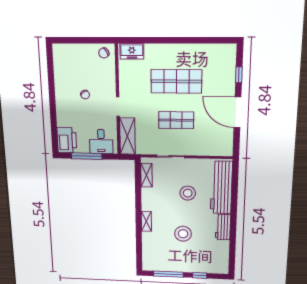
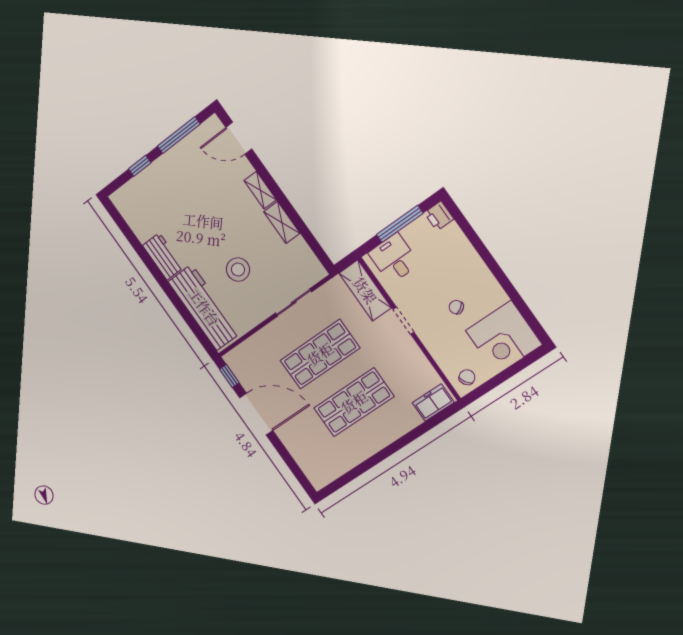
corner desk: (70, 61) -> (504, 338), added
window: (239, 75) -> (229, 376), moved
shop shelf: (176, 120) -> (320, 354), width x1.43, depth x1.36
printer: (67, 140) -> (439, 216), width x0.53, depth x0.68
shelving: (147, 175) -> (282, 222), moved
stool: (183, 234) -> (203, 209), removed
door: (139, 251) -> (239, 138), added

